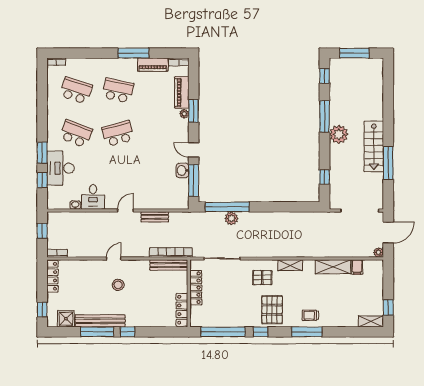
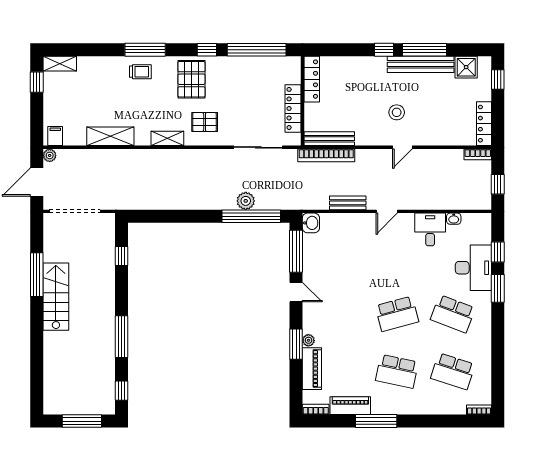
plant: (339, 134) -> (103, 313), removed
washbasin: (182, 171) -> (311, 223), moved
filing cabinet: (357, 267) -> (55, 136), moved

